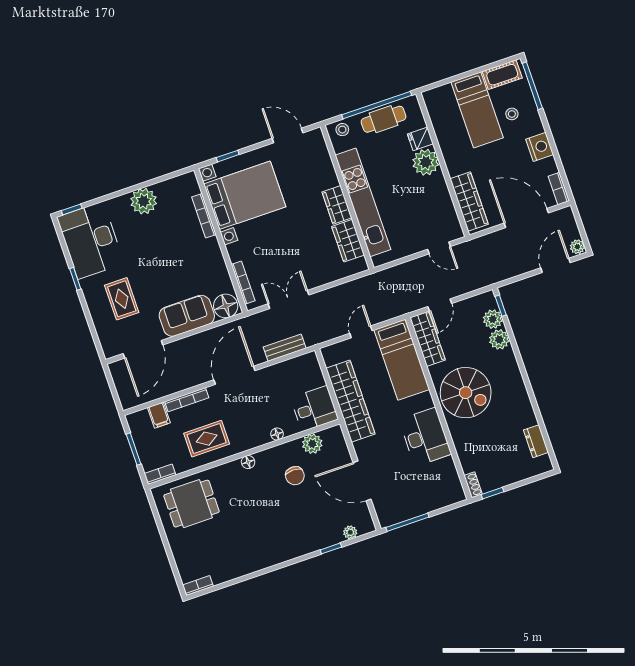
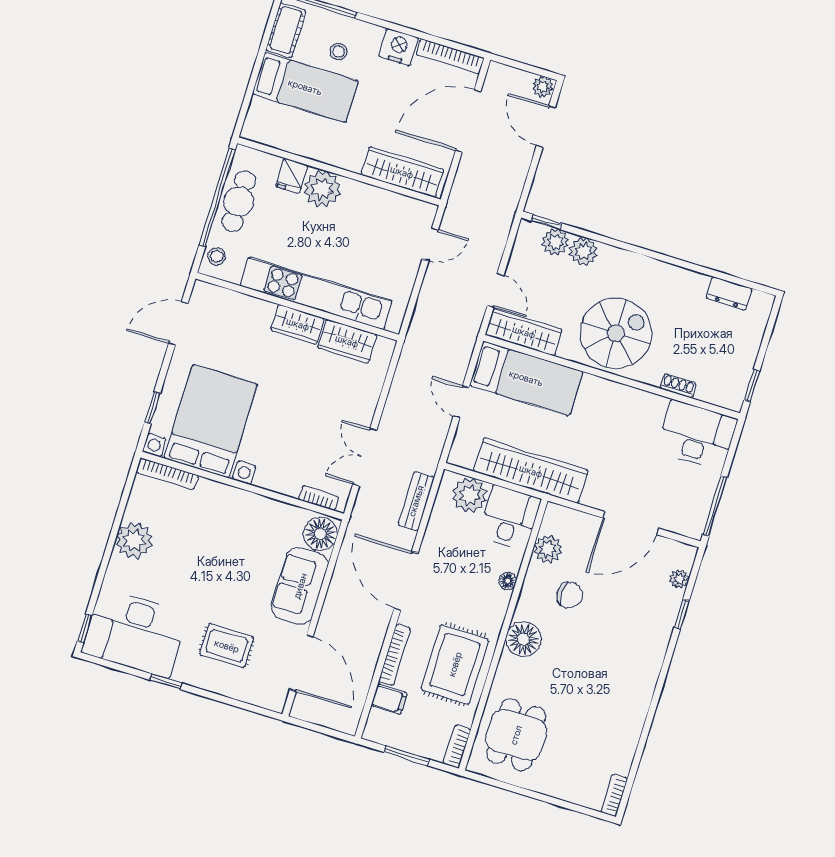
bookcase: (559, 189) -> (450, 56), width x1.56
bookcase: (204, 216) -> (167, 474), moved
bookcase: (243, 283) -> (319, 498), width x0.64
plant: (311, 376) -> (470, 495), added
desk: (425, 437) -> (697, 435), moved
rug: (207, 439) -> (455, 664), width x1.36, depth x1.43
floor lamp: (248, 462) -> (523, 639), width x1.89, depth x1.89
shoe rack: (473, 485) -> (678, 386), moved

